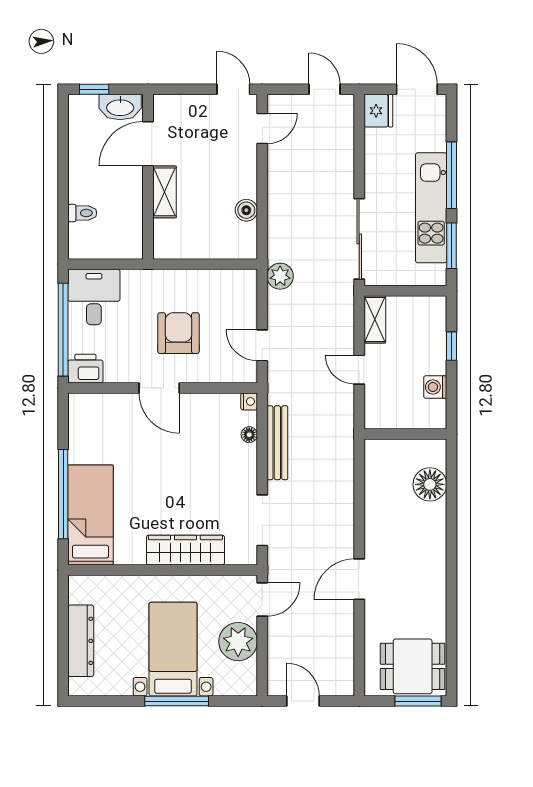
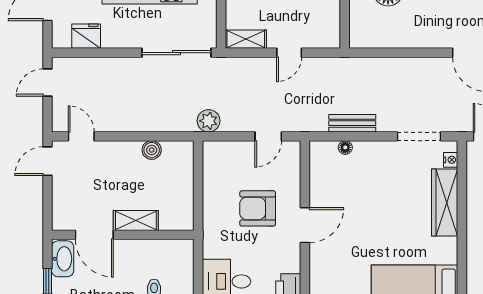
fridge: (378, 111) -> (86, 36), moved
nightstand: (249, 401) -> (451, 160), moved, turned 90
bench: (277, 443) -> (352, 123), width x0.73

